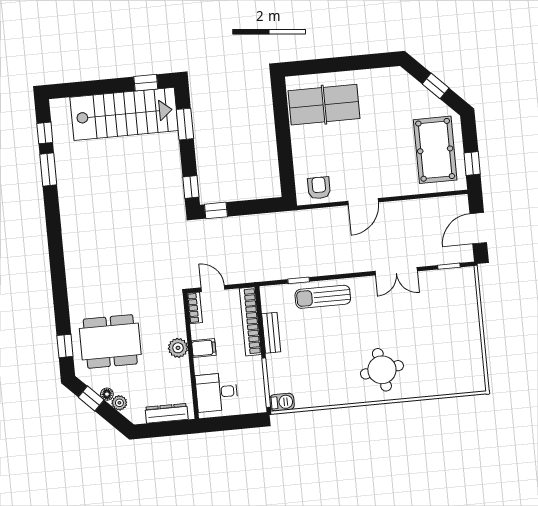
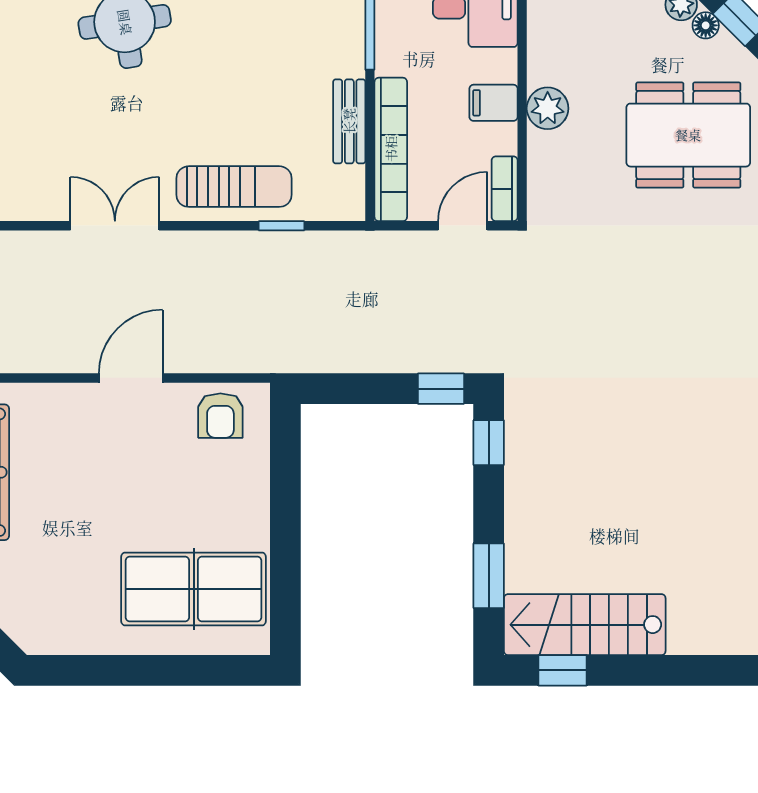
stairs: (124, 114) -> (585, 625), width x0.73, depth x0.66
double door: (396, 271) -> (115, 226), moved
door: (213, 288) -> (463, 226), swing flipped

